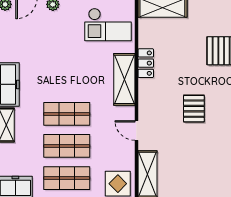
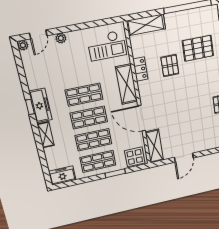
shop shelf: (67, 82) -> (84, 95), added
pallet: (194, 109) -> (170, 66), moved
door: (136, 130) -> (142, 118), width x1.87

